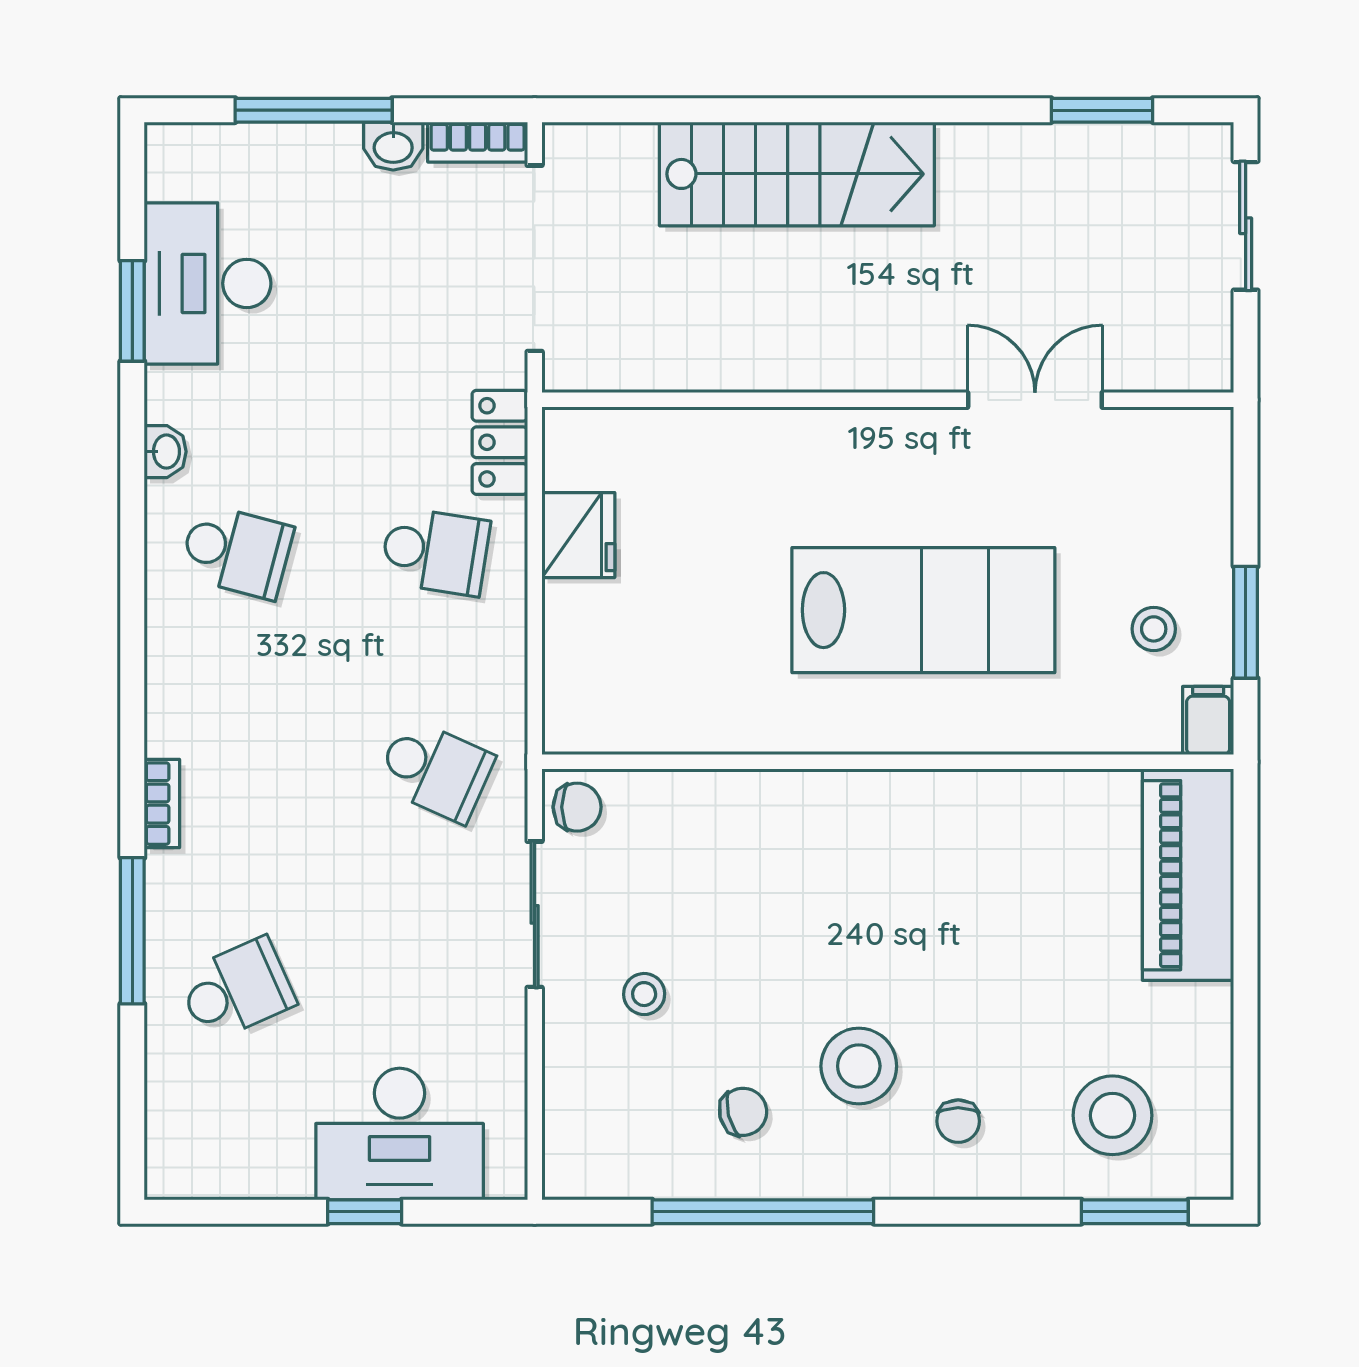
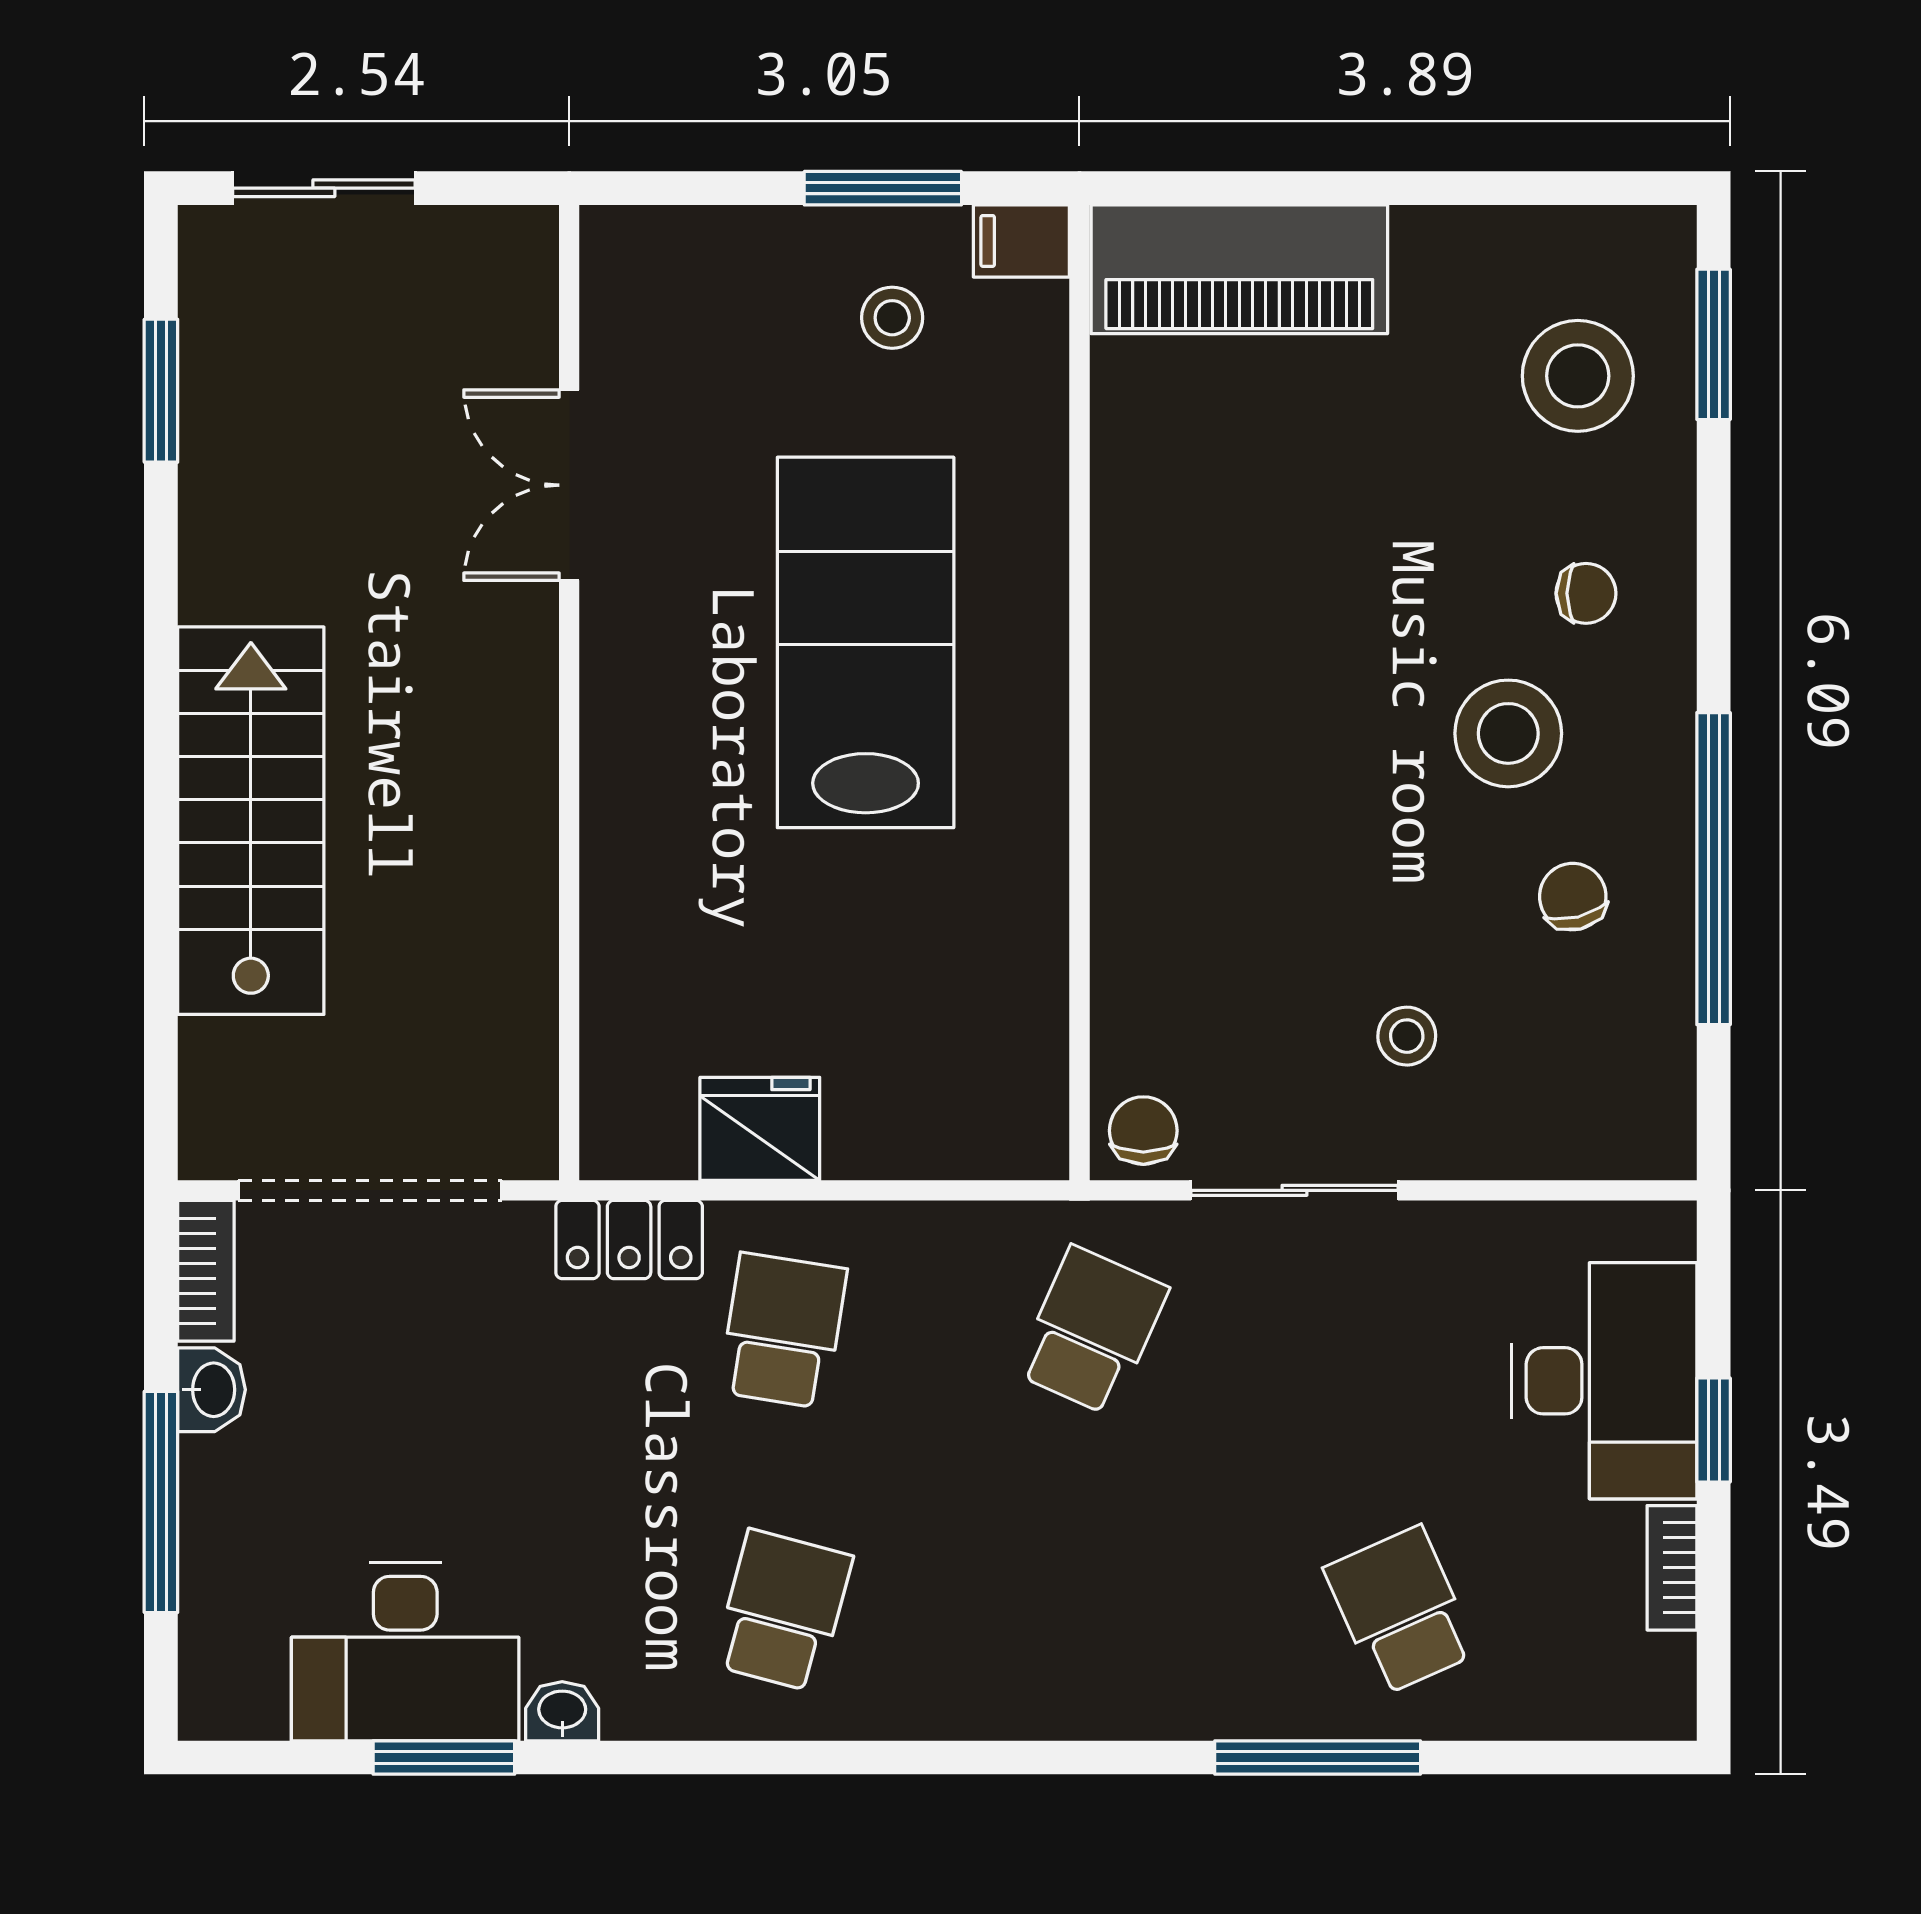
washbasin: (165, 452) -> (562, 1711), moved
bookcase: (162, 804) -> (1672, 1568), moved, turned -90

